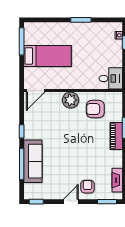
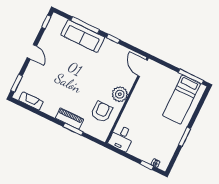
bed: (47, 56) -> (181, 100), moved
armchair: (88, 187) -> (38, 73), removed

